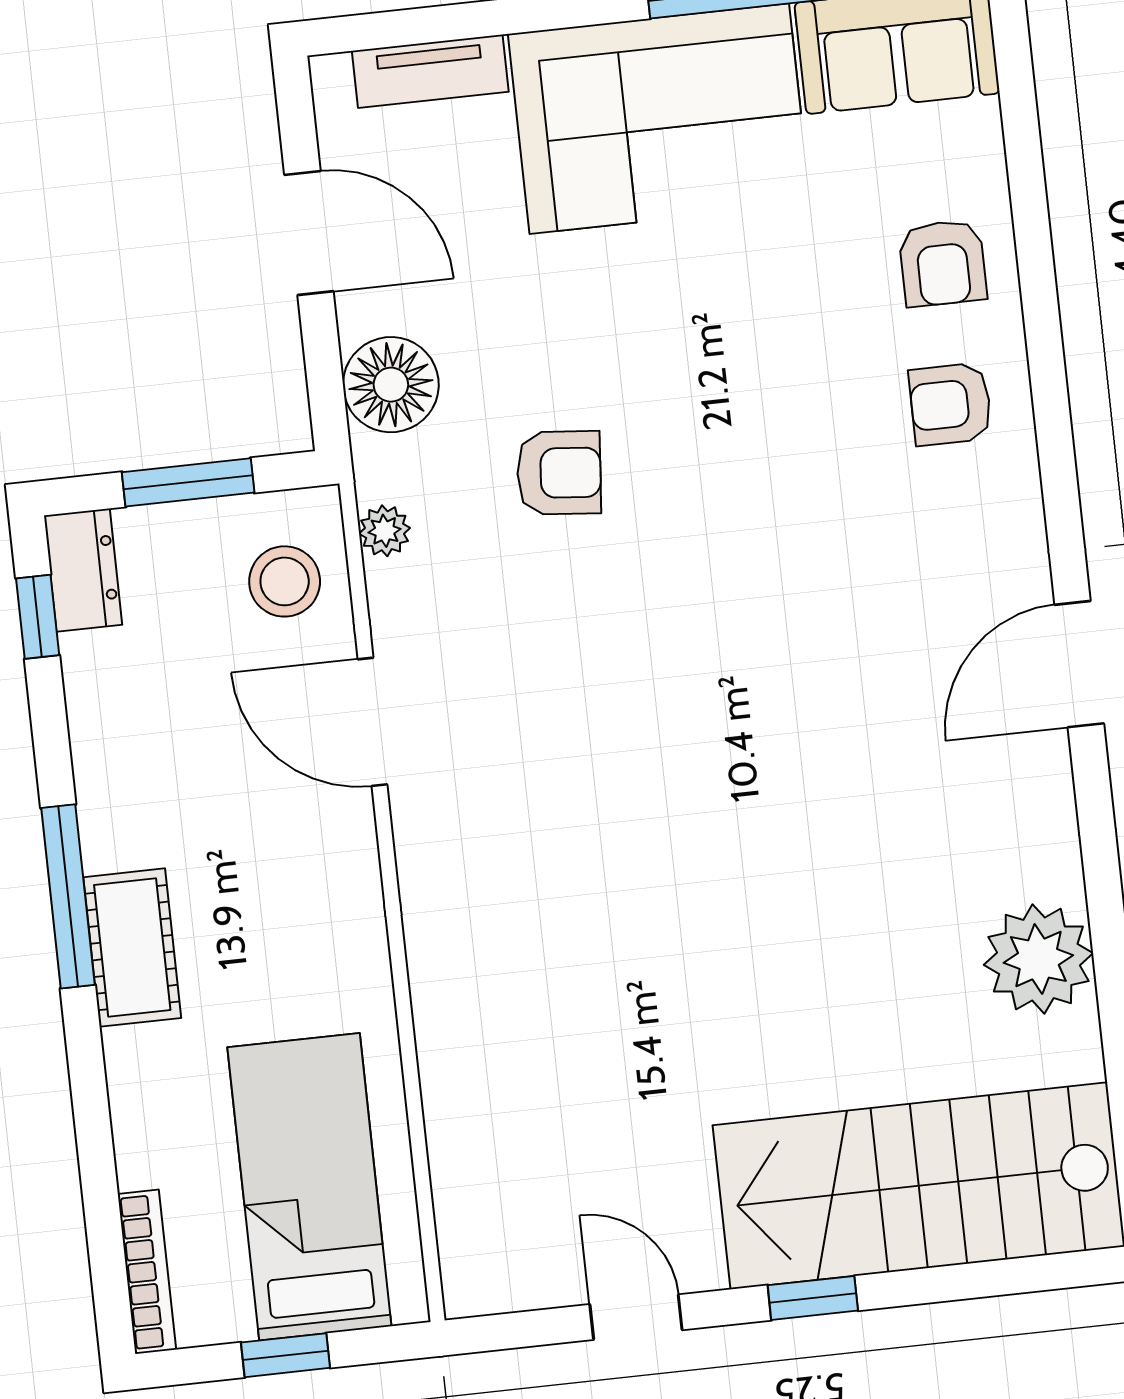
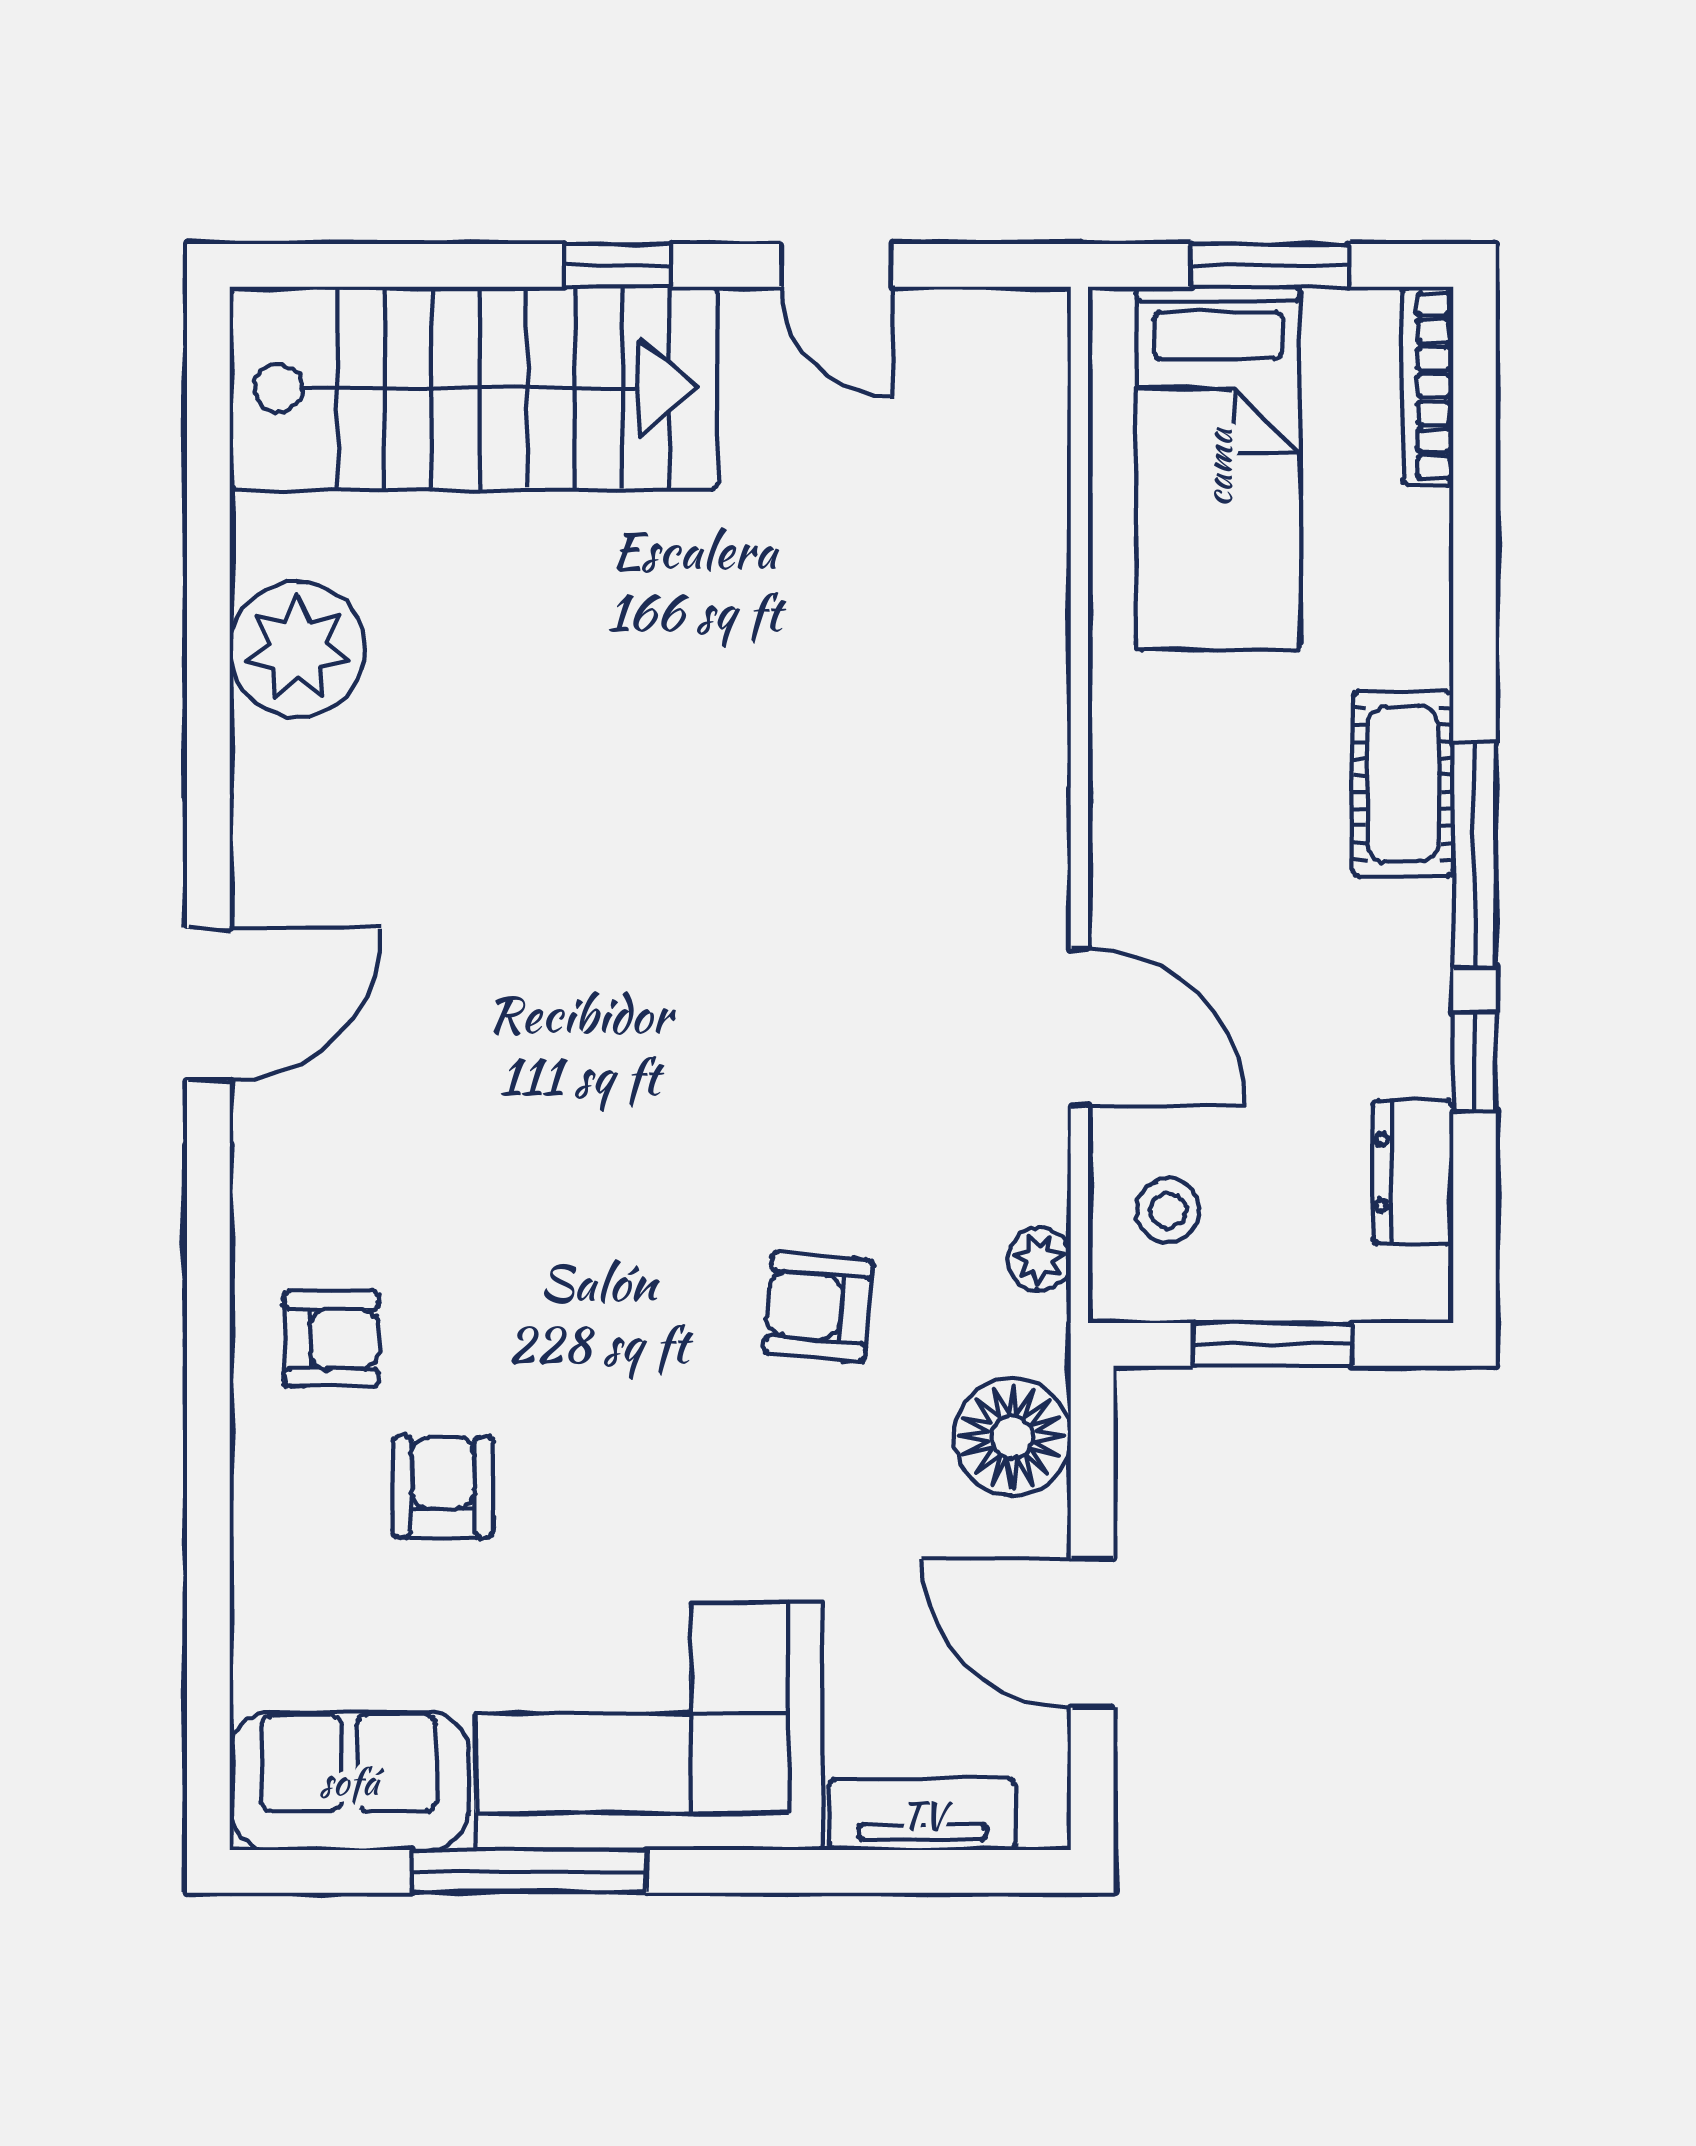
armchair: (943, 263) -> (443, 1487), moved
dresser: (83, 570) -> (1413, 1172), moved
stool: (285, 581) -> (1168, 1211), width x0.73, depth x0.73
window: (38, 617) -> (1475, 1062), moved
window: (286, 1355) -> (1270, 265), width x1.50

